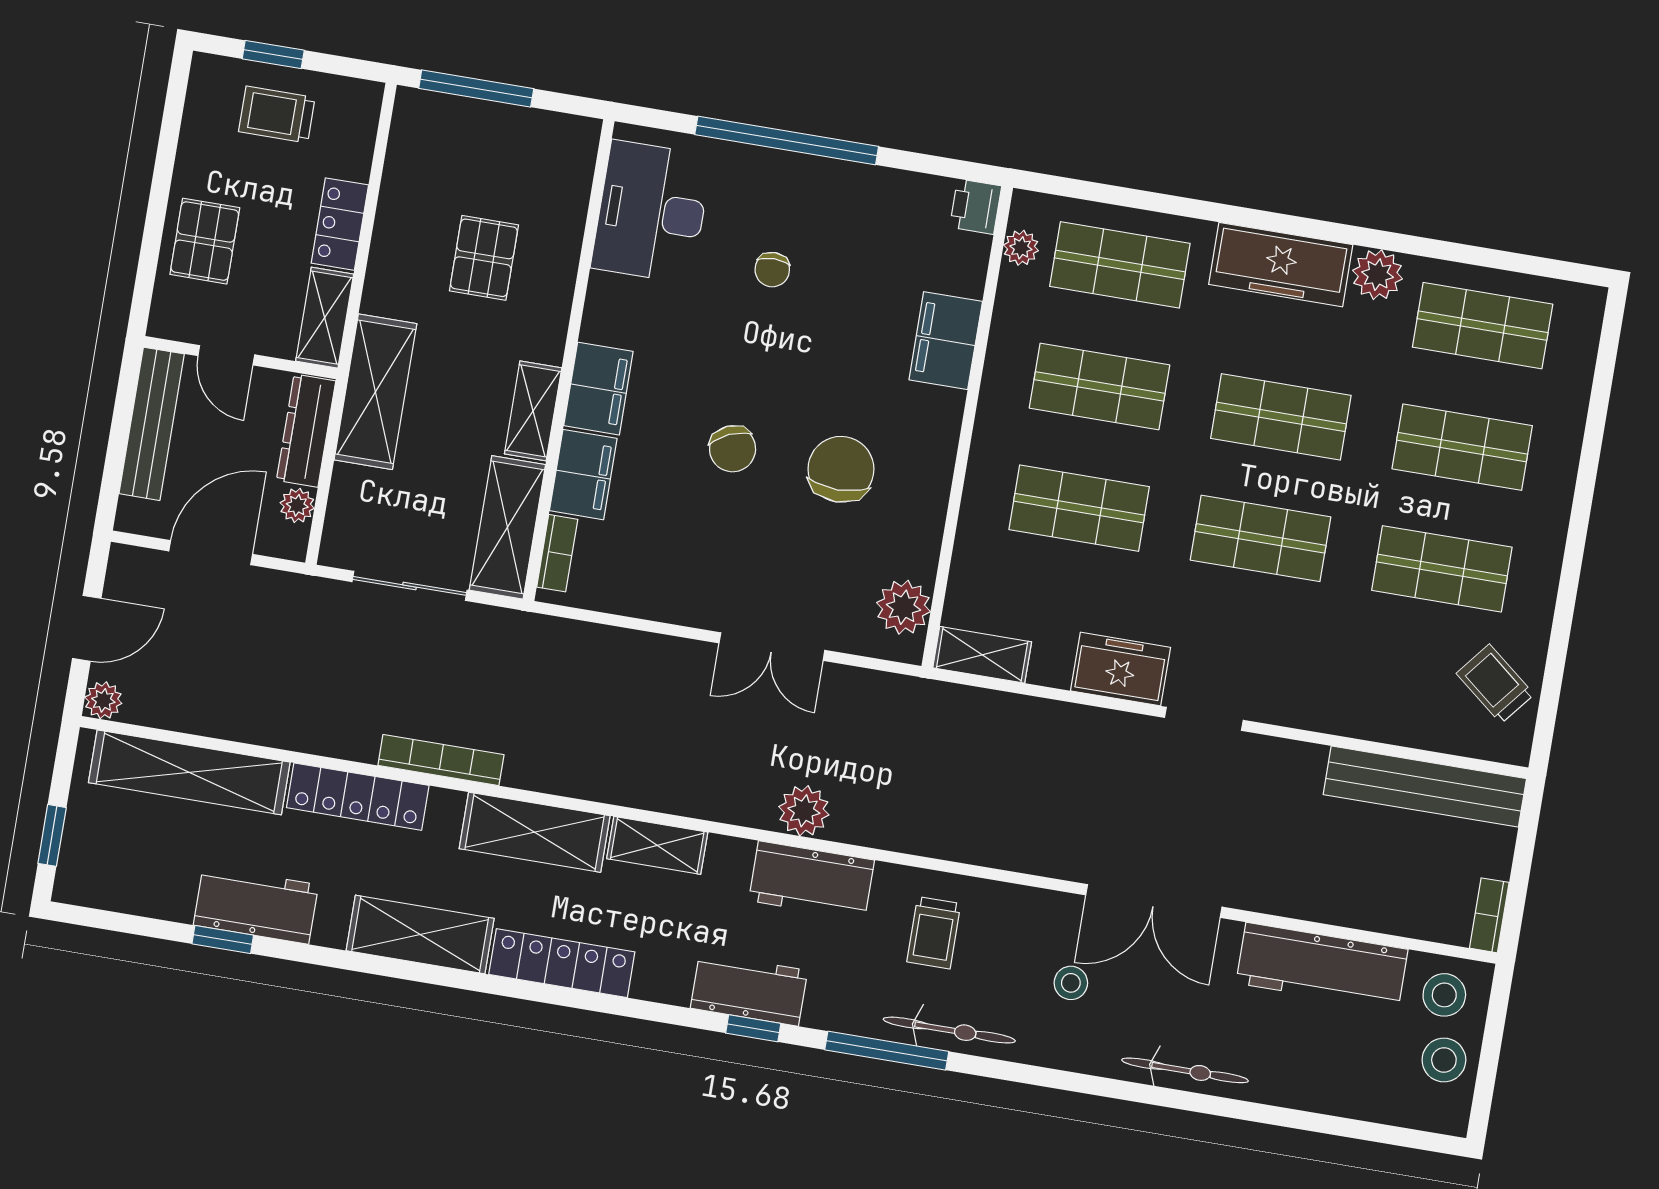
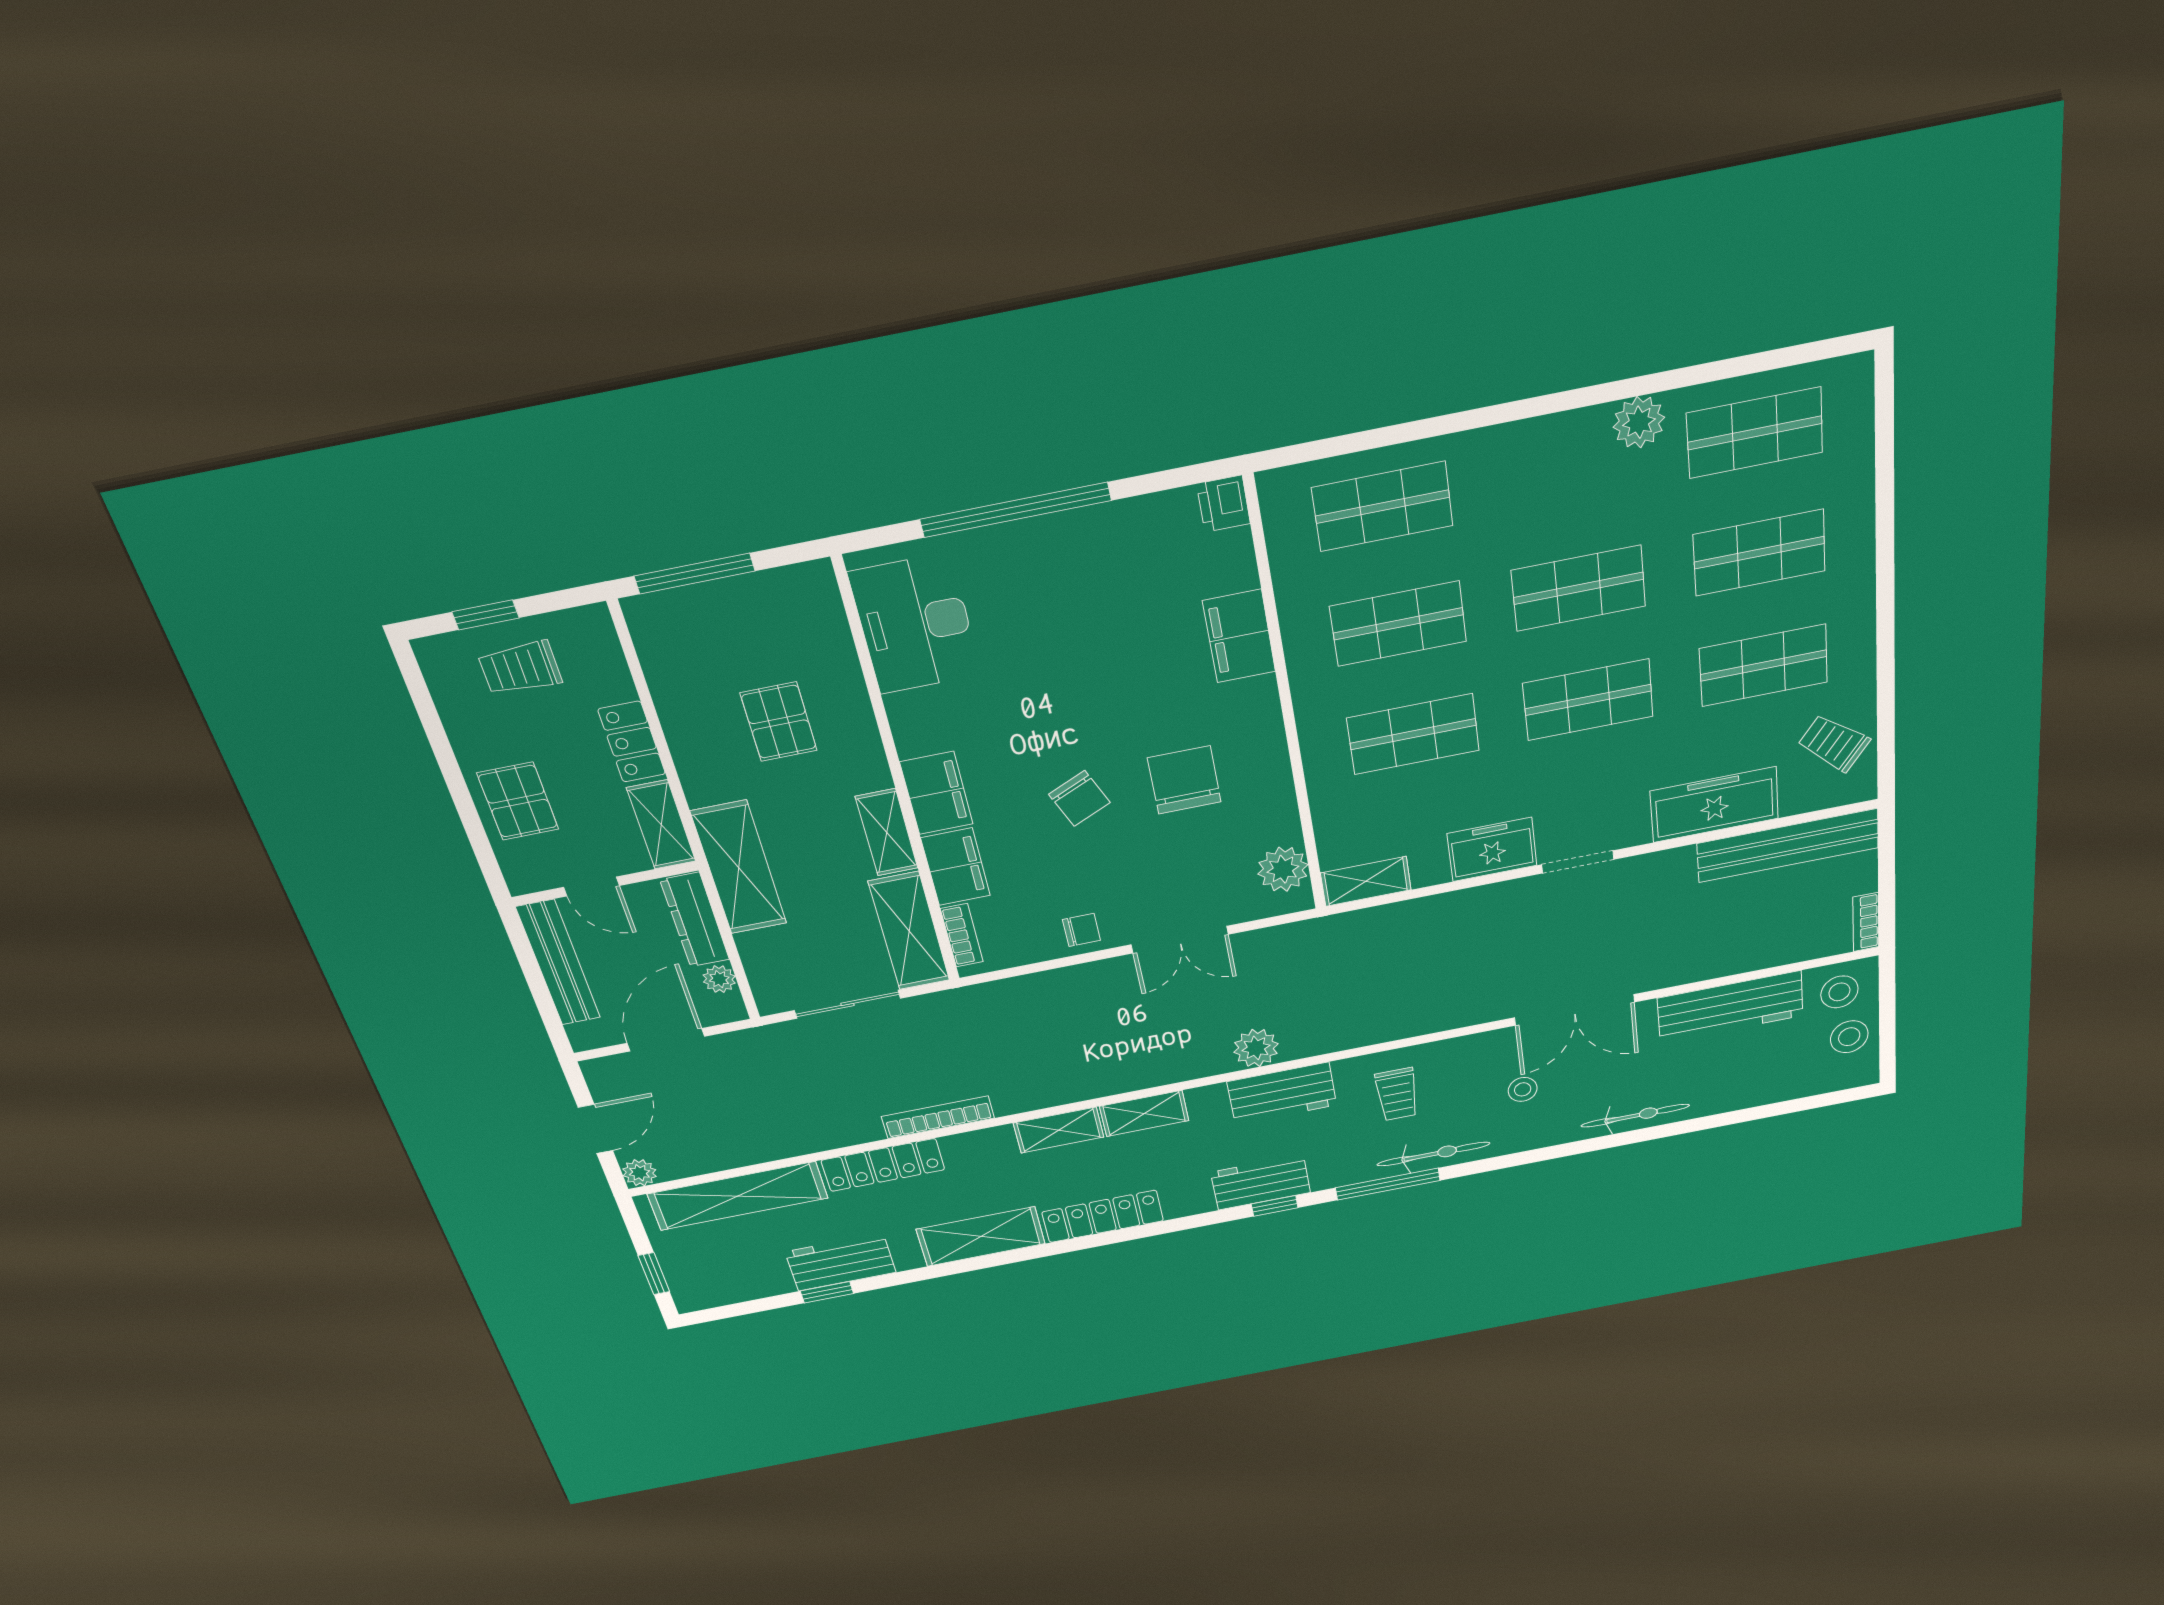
plant: (1021, 248) -> (1281, 526), removed
freezer: (1281, 265) -> (1714, 805), moved, turned 180
chair: (772, 270) -> (1081, 930), moved, turned -90
shelving: (535, 832) -> (1059, 1130), width x0.67, depth x0.75

